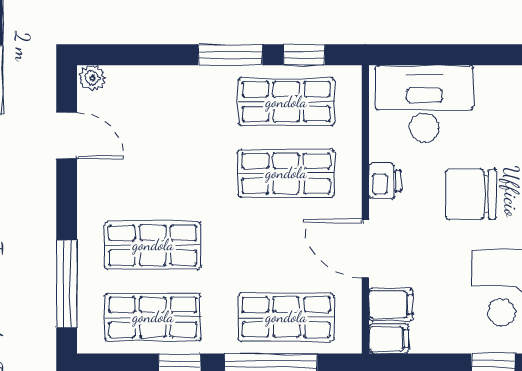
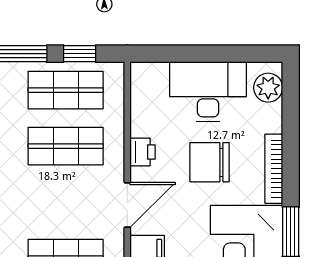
desk: (424, 104) -> (208, 92), moved
door: (365, 249) -> (127, 205), swing flipped

